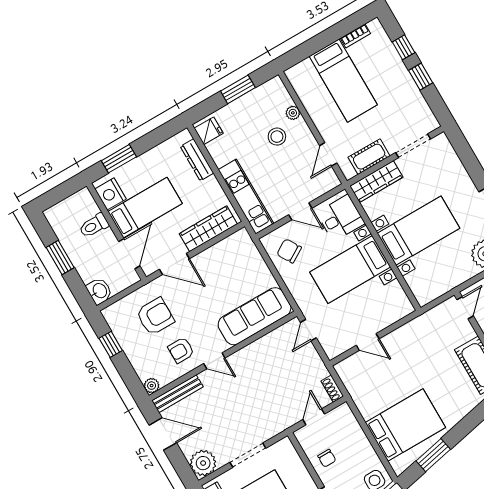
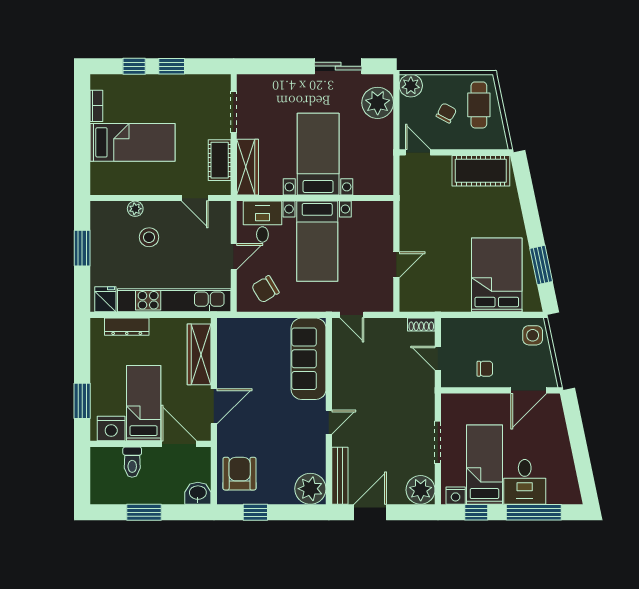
kitchen unit: (246, 197) -> (174, 300), width x1.36
armchair: (155, 316) -> (240, 474), moved
armchair: (181, 350) -> (300, 448), removed
plant: (152, 386) -> (310, 489), width x1.87, depth x1.87

